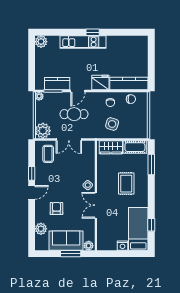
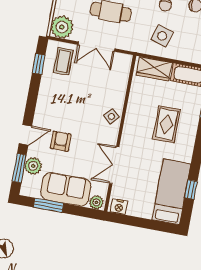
window: (32, 173) -> (39, 64), moved
door: (32, 192) -> (25, 135), moved
double door: (96, 205) -> (114, 165), moved
window: (32, 232) -> (19, 168), added
nightstand: (123, 246) -> (119, 207), moved
window: (71, 254) -> (49, 205), moved

